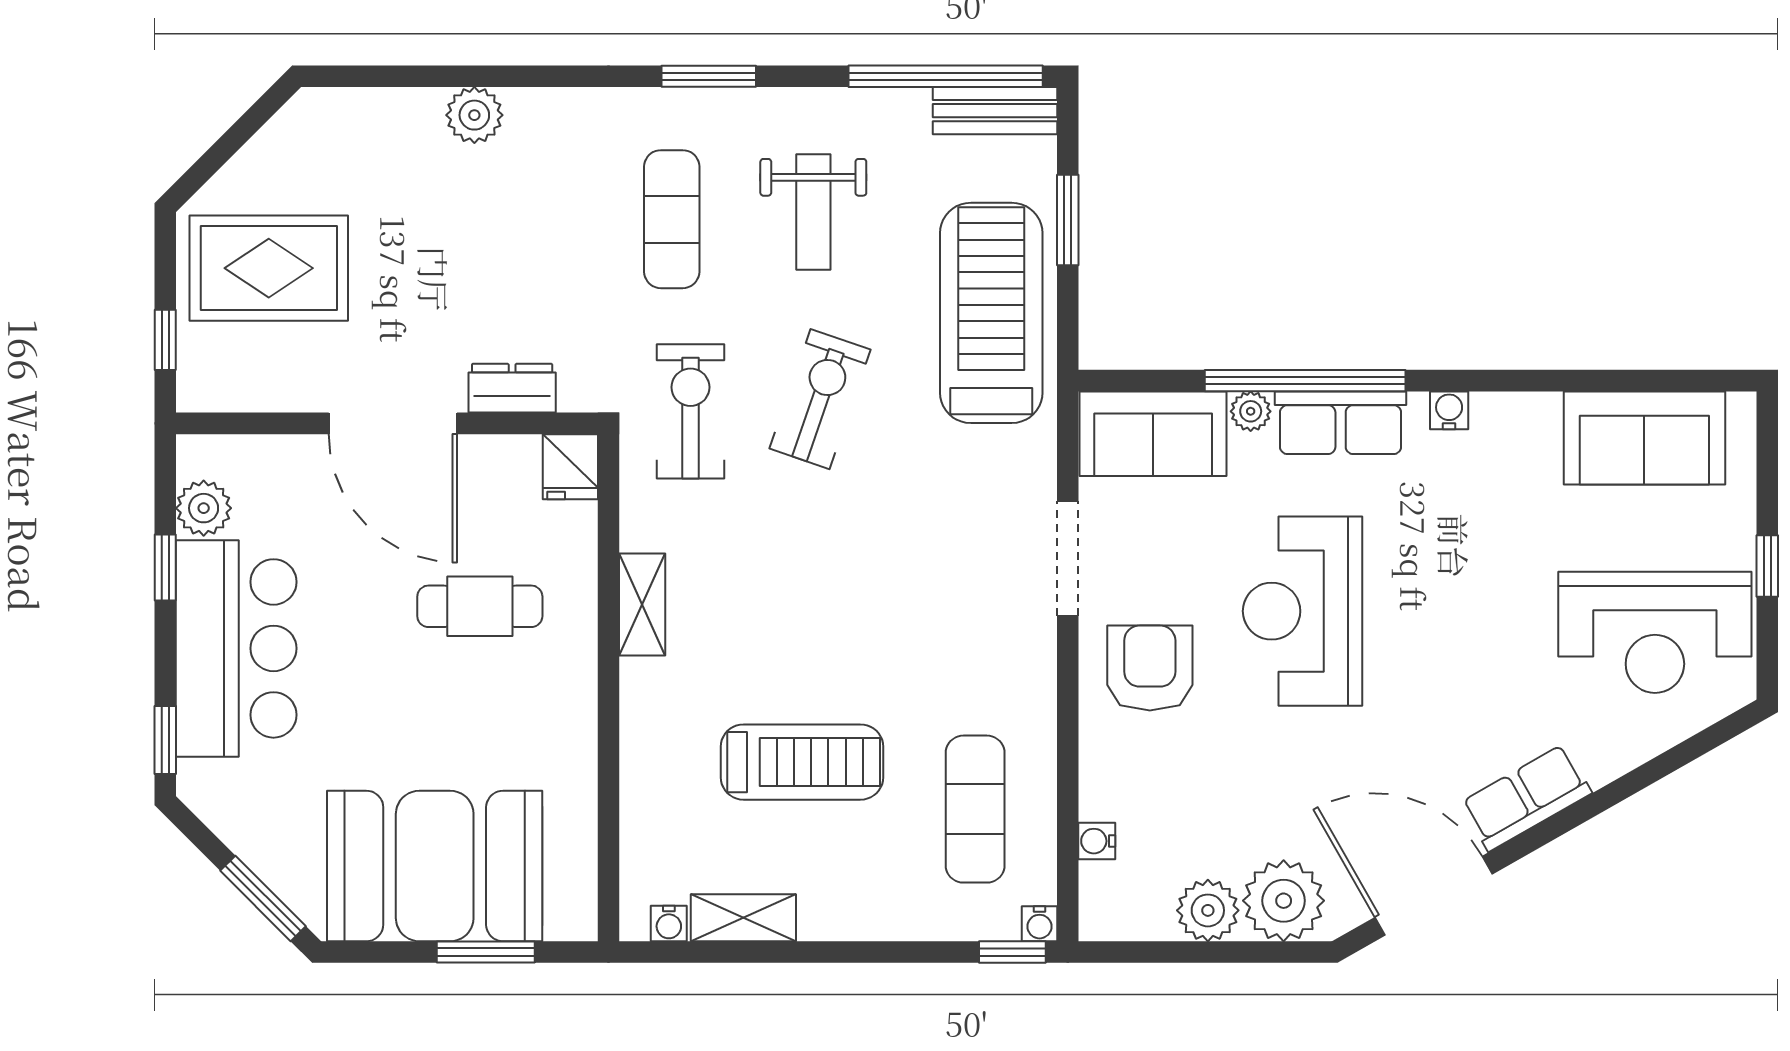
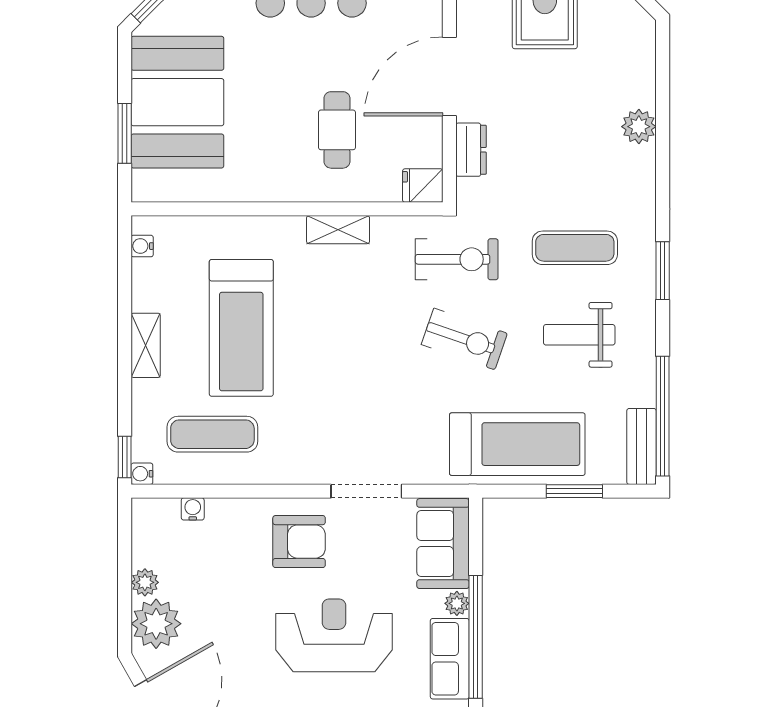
treadmill: (802, 762) -> (241, 328), width x1.37, depth x1.38
plant: (1208, 910) -> (145, 582), width x0.73, depth x0.73
shelving: (743, 918) -> (146, 345), moved

